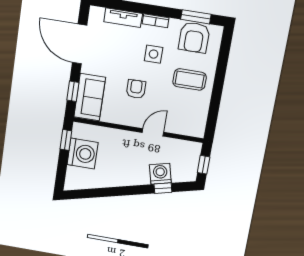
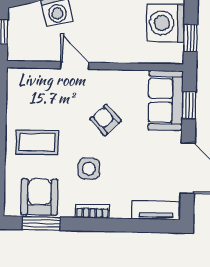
tv unit: (123, 18) -> (156, 210), moved
armchair: (136, 89) -> (106, 120), turned 137
door: (153, 132) -> (75, 65), swing flipped

